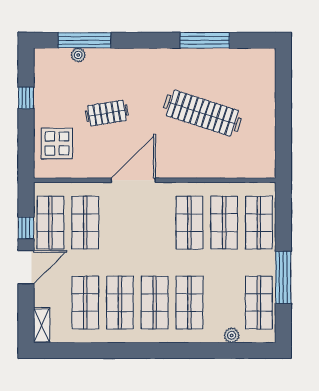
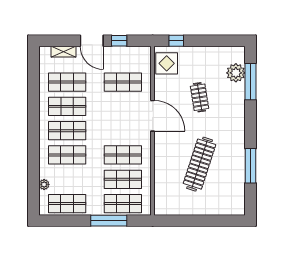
plant: (78, 55) -> (236, 73), width x1.88, depth x1.88
window: (26, 98) -> (176, 41), moved
display table: (57, 143) -> (167, 63), moved
shop shelf: (50, 223) -> (123, 58), removed
window: (283, 277) -> (109, 221), moved
shelving: (42, 325) -> (63, 52), moved

